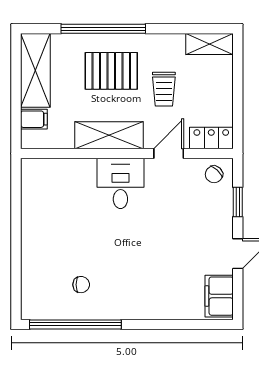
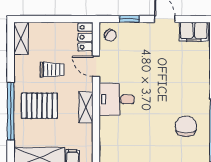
pallet: (111, 71) -> (39, 106), turned 90
shelving: (109, 135) -> (86, 107), width x0.67, depth x0.75
chair: (81, 285) -> (186, 126), width x1.87, depth x1.87

